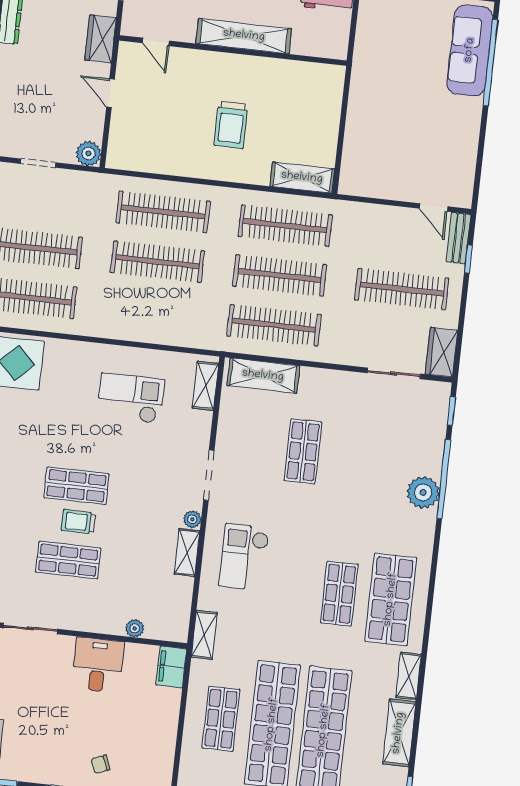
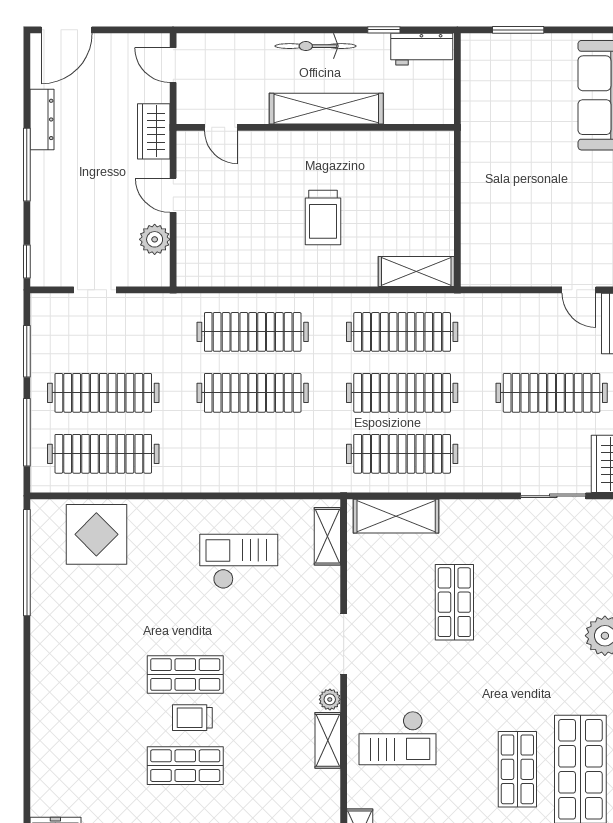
plant: (88, 154) -> (155, 239), moved
checkout: (244, 557) -> (397, 738), turned -90

